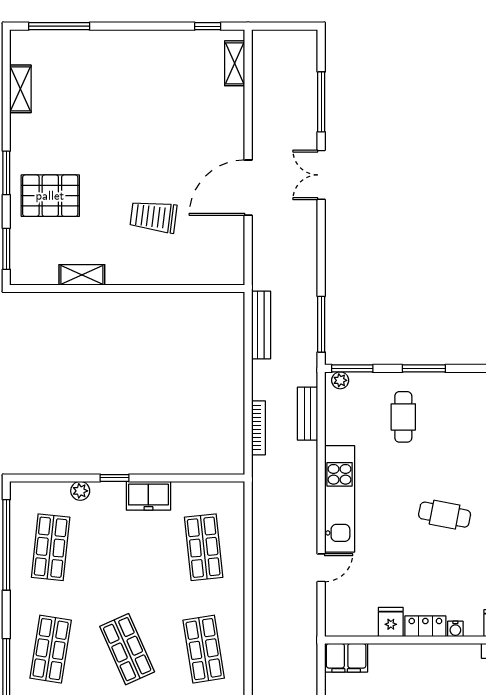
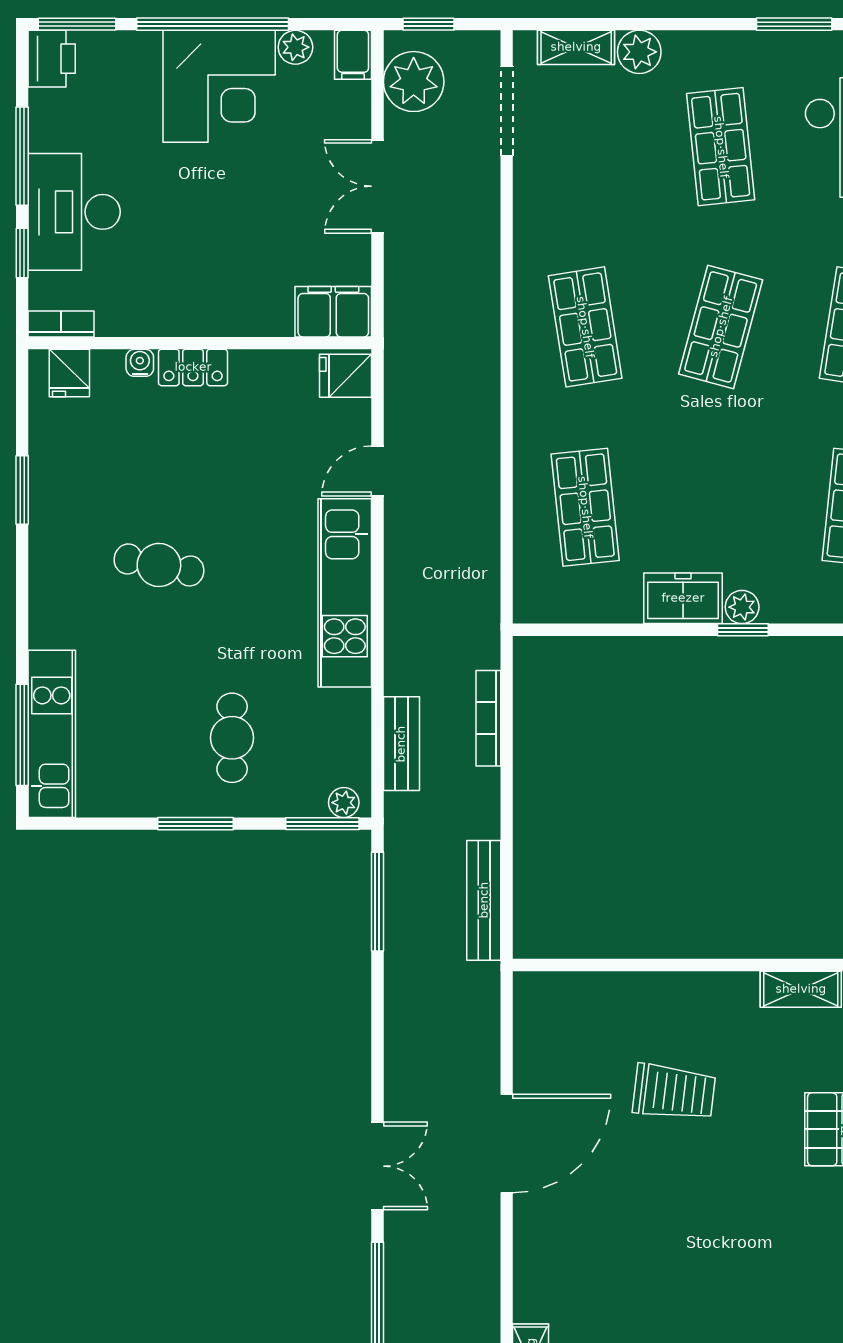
plant: (80, 491) -> (742, 607), moved
fridge: (391, 622) -> (345, 376), moved, turned 90
shop shelf: (127, 649) -> (721, 327), turned 39

